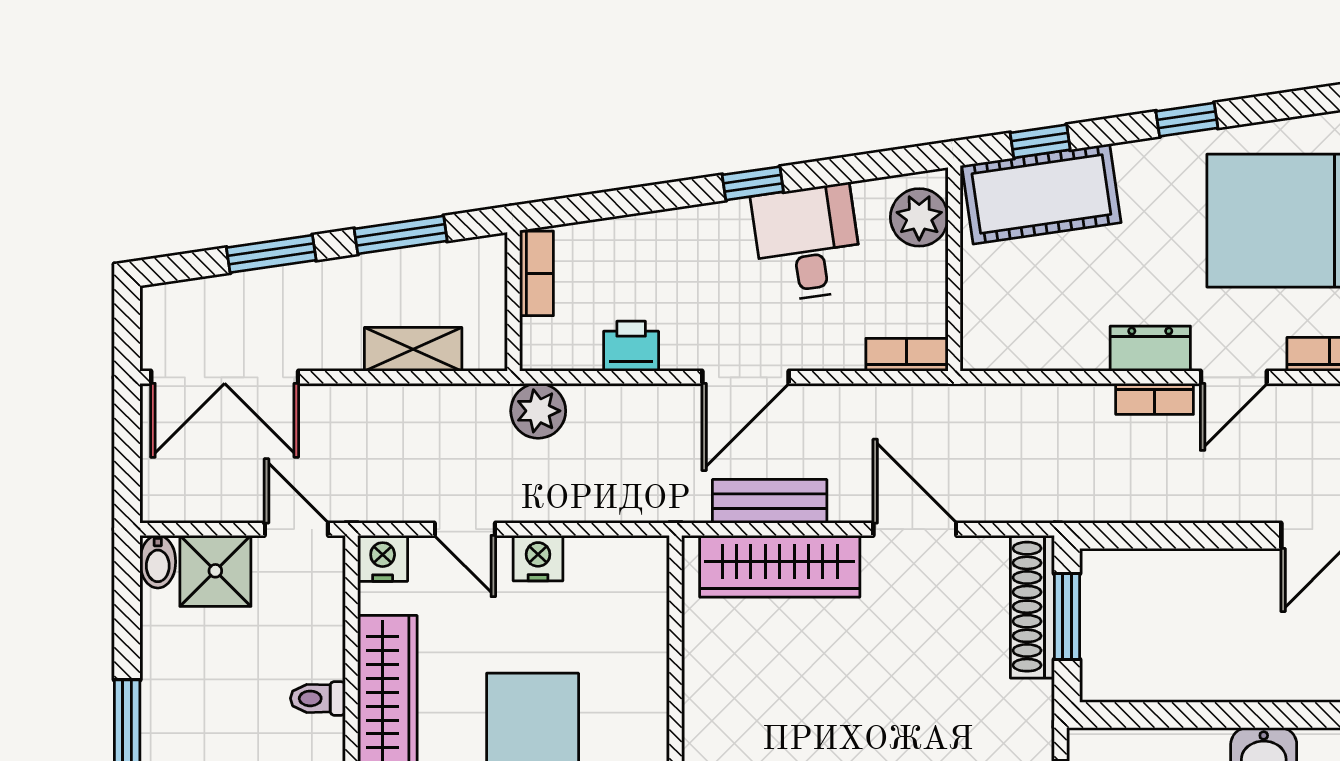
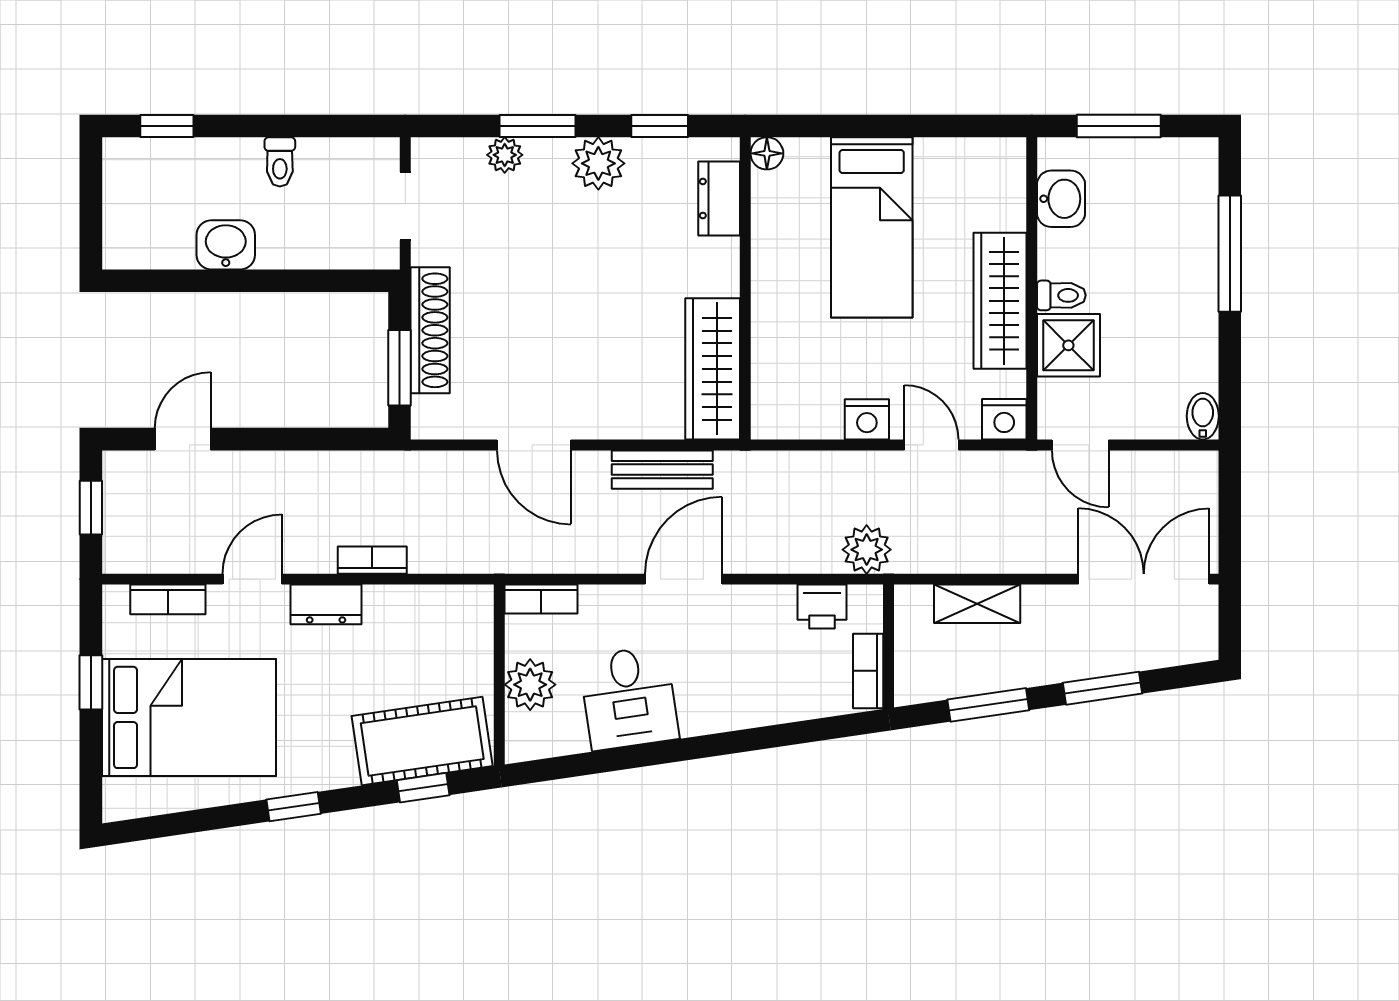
window: (753, 183) -> (677, 750), removed
plant: (919, 217) -> (530, 685), moved
printer: (631, 346) -> (822, 607), moved
bookcase: (1155, 399) -> (372, 560), moved
wardrobe: (780, 566) -> (713, 369), moved, turned -90
shower: (215, 571) -> (1068, 345), moved
shoe rack: (1032, 607) -> (430, 330), moved

